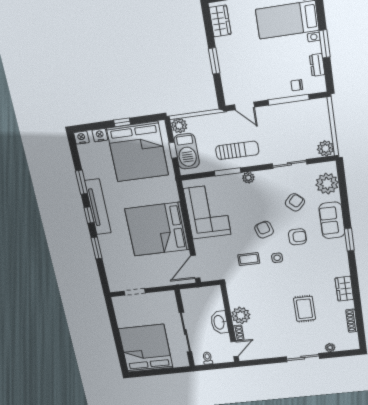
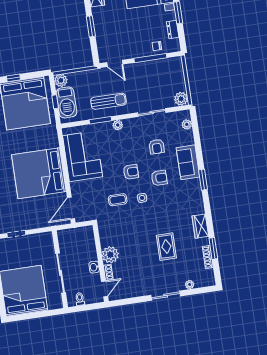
plant: (327, 184) -> (187, 124), width x0.53, depth x0.53
armchair: (295, 202) -> (157, 147), turned 137
armchair: (264, 230) -> (131, 172), turned 107
window: (358, 312) -> (213, 248), added
washbasin: (219, 322) -> (94, 267), width x0.52, depth x0.69

